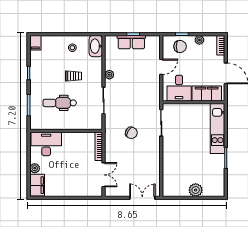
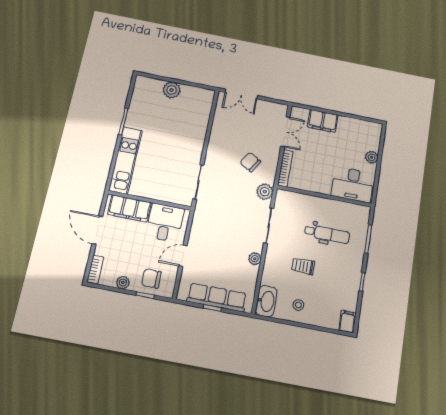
row of seats: (131, 42) -> (217, 297), width x1.48
plant: (111, 125) -> (265, 192), added
chair: (131, 133) -> (250, 162), moved
double door: (104, 175) -> (285, 132), swing flipped
filing cabinet: (37, 185) -> (323, 121), moved, turned -90

